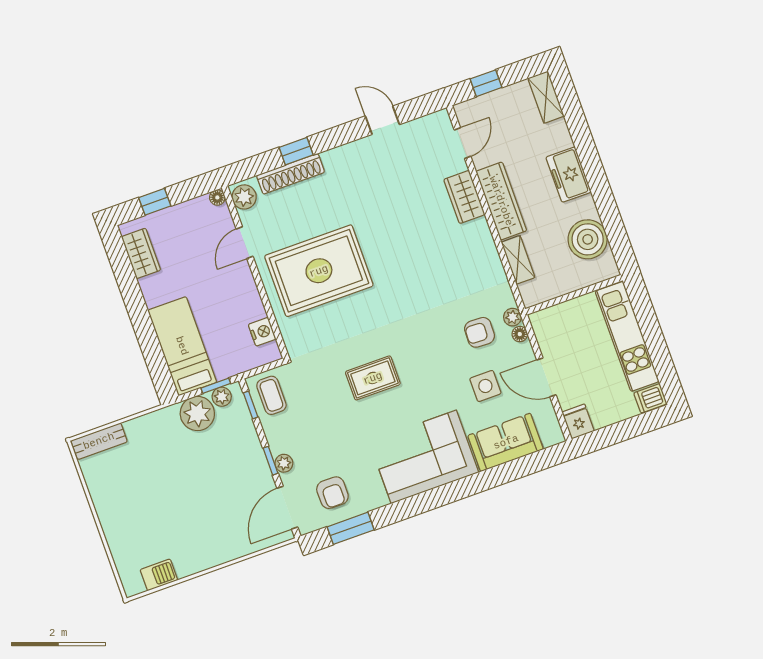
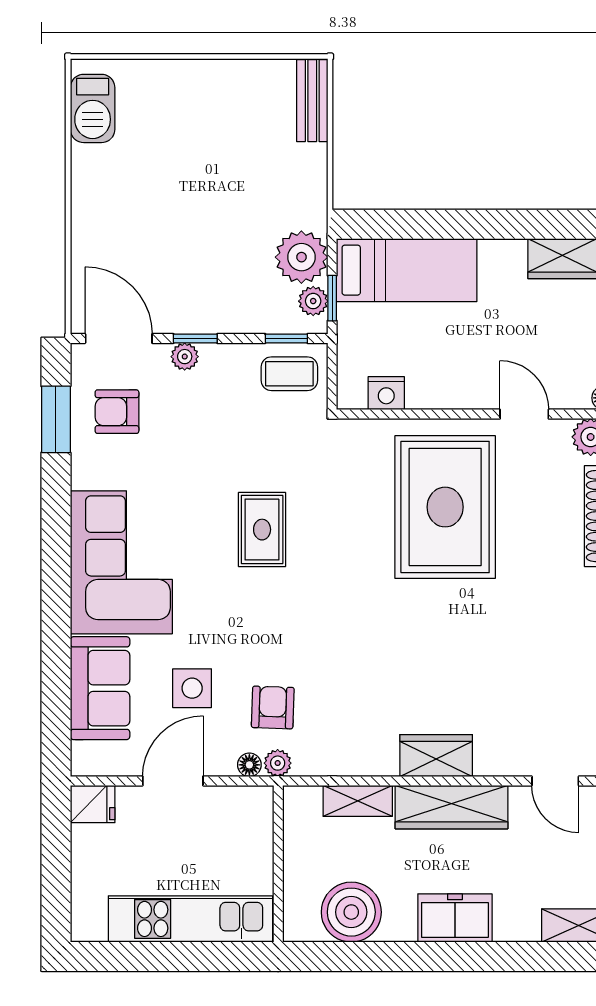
wardrobe: (464, 197) -> (436, 756), moved
dishwasher: (650, 398) -> (89, 920), removed
barbecue: (159, 575) -> (93, 108), width x1.38, depth x1.27

